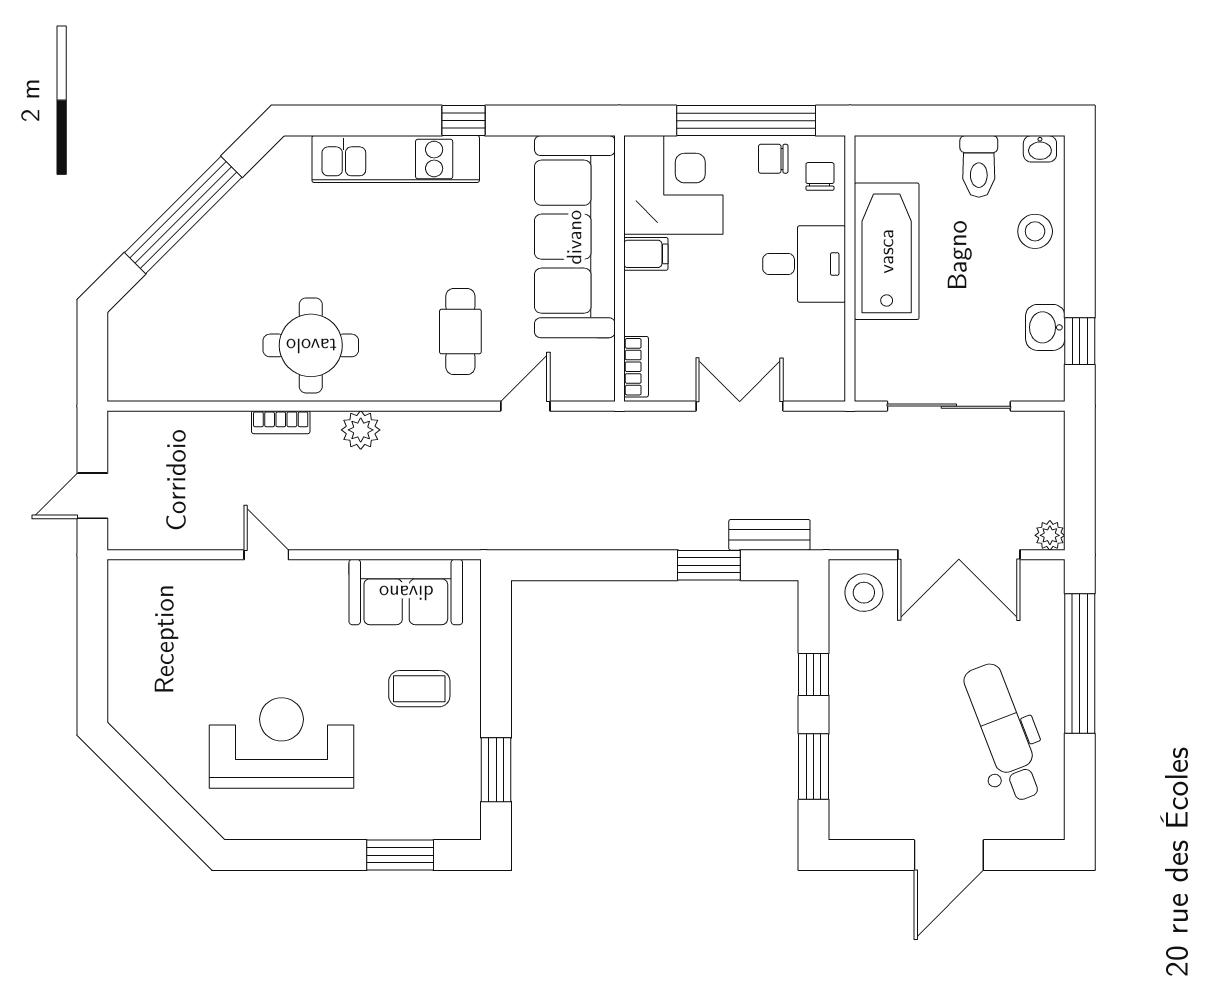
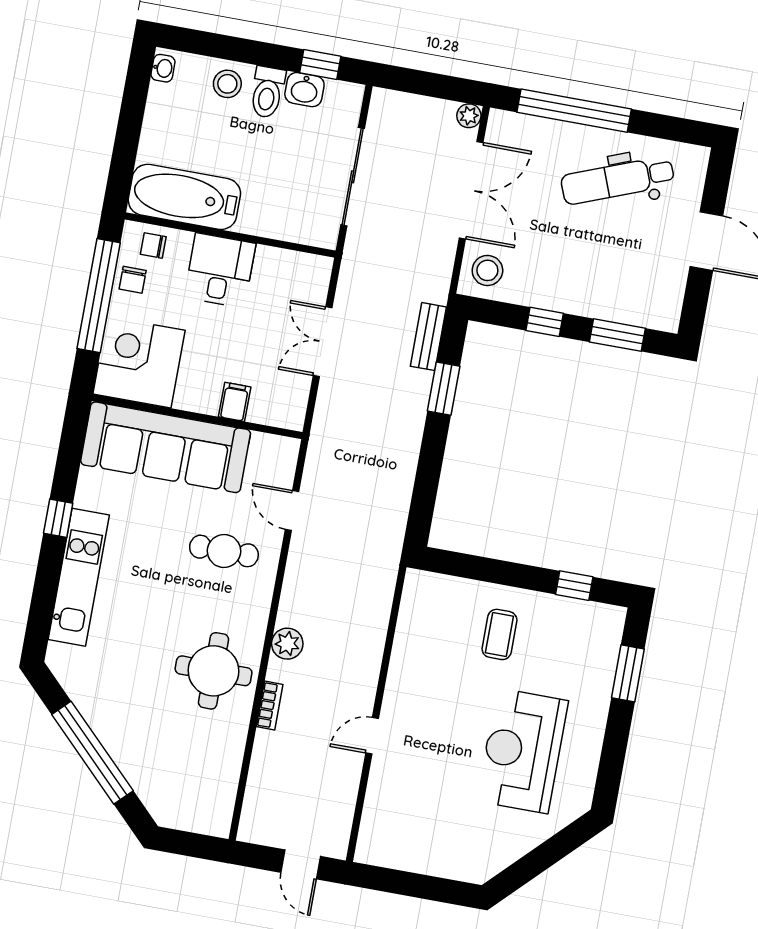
toilet: (979, 166) -> (267, 92), moved, turned 90
bathtub: (887, 251) -> (184, 197), moved
filing cabinet: (646, 254) -> (235, 402), moved
bookcase: (636, 367) -> (277, 418), removed
sofa: (406, 592) -> (421, 631), removed
window: (496, 770) -> (574, 586), width x0.67

